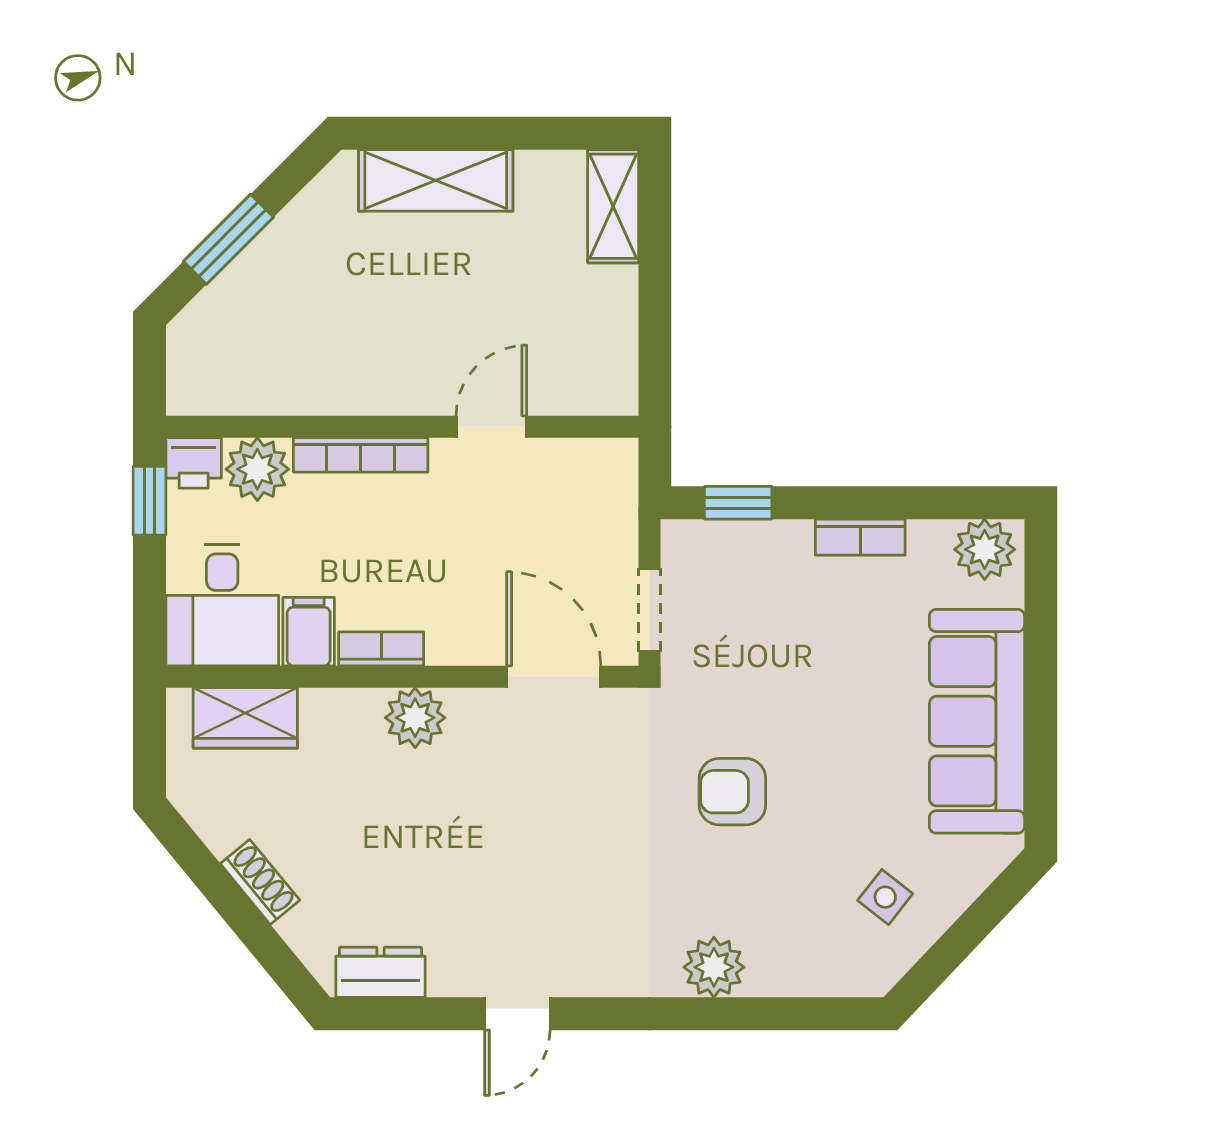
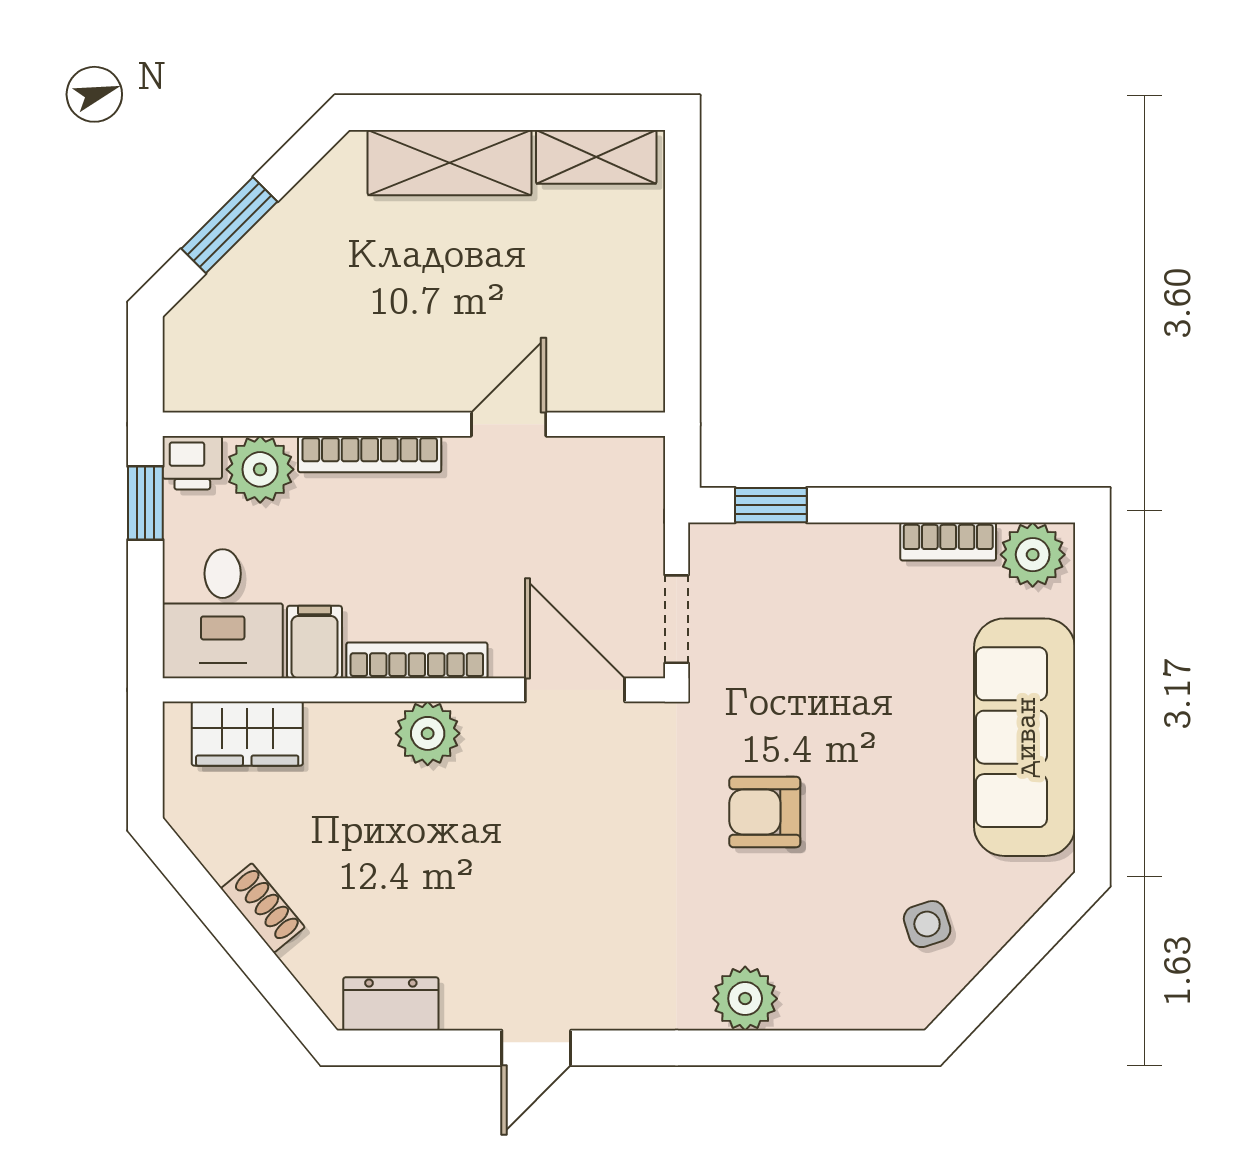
shelving: (613, 206) -> (596, 157), moved, turned 90
bookcase: (860, 537) -> (948, 542), moved
bookcase: (381, 649) -> (417, 660), width x1.56
side table: (885, 897) -> (927, 924), turned 34

